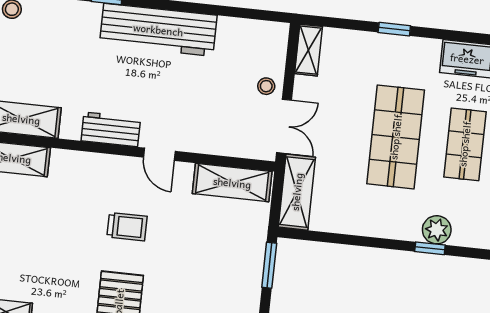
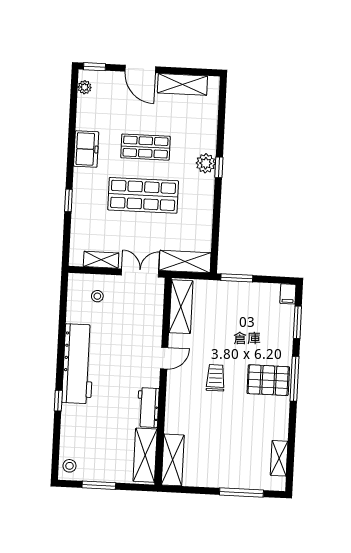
shelving: (309, 50) -> (101, 260), moved
stool: (266, 86) -> (97, 296), moved
workbench: (111, 129) -> (148, 407), moved

